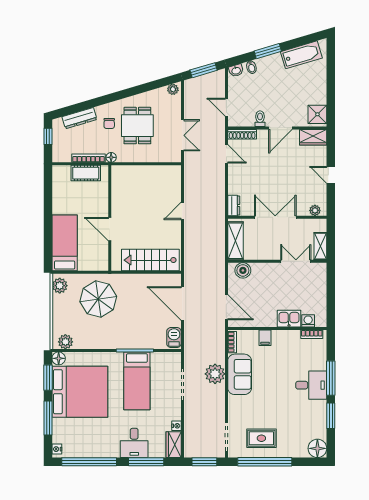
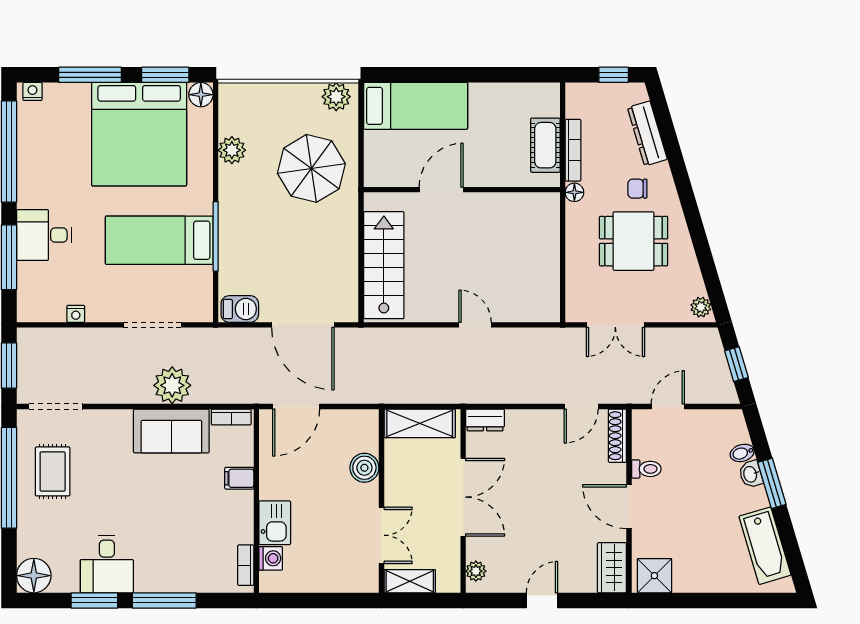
window: (204, 70) -> (736, 364), width x0.67
washbasin: (236, 70) -> (751, 474), moved
boiler: (243, 270) -> (364, 468), moved
door: (182, 304) -> (303, 325), swing flipped
plant: (65, 342) -> (232, 150), moved
desk: (311, 385) -> (107, 564), moved
wardrobe: (174, 445) -> (41, 308), removed

